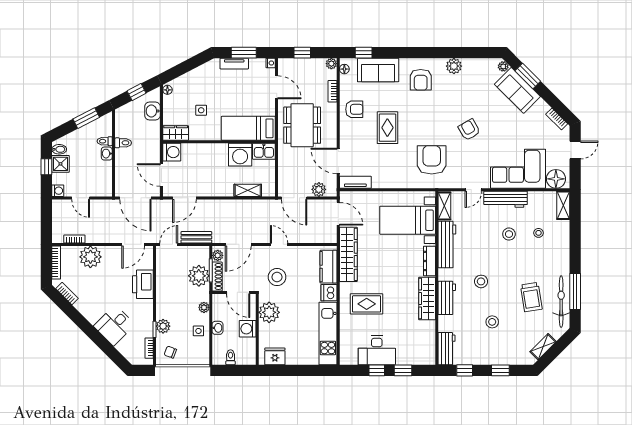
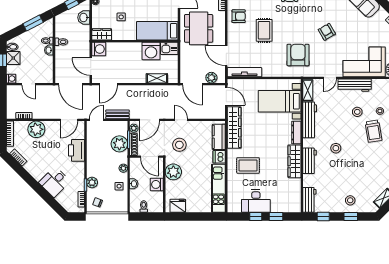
tv unit: (355, 182) -> (244, 72), width x1.41
trolley: (531, 297) -> (374, 131), moved
stool: (492, 322) -> (350, 200), moved

